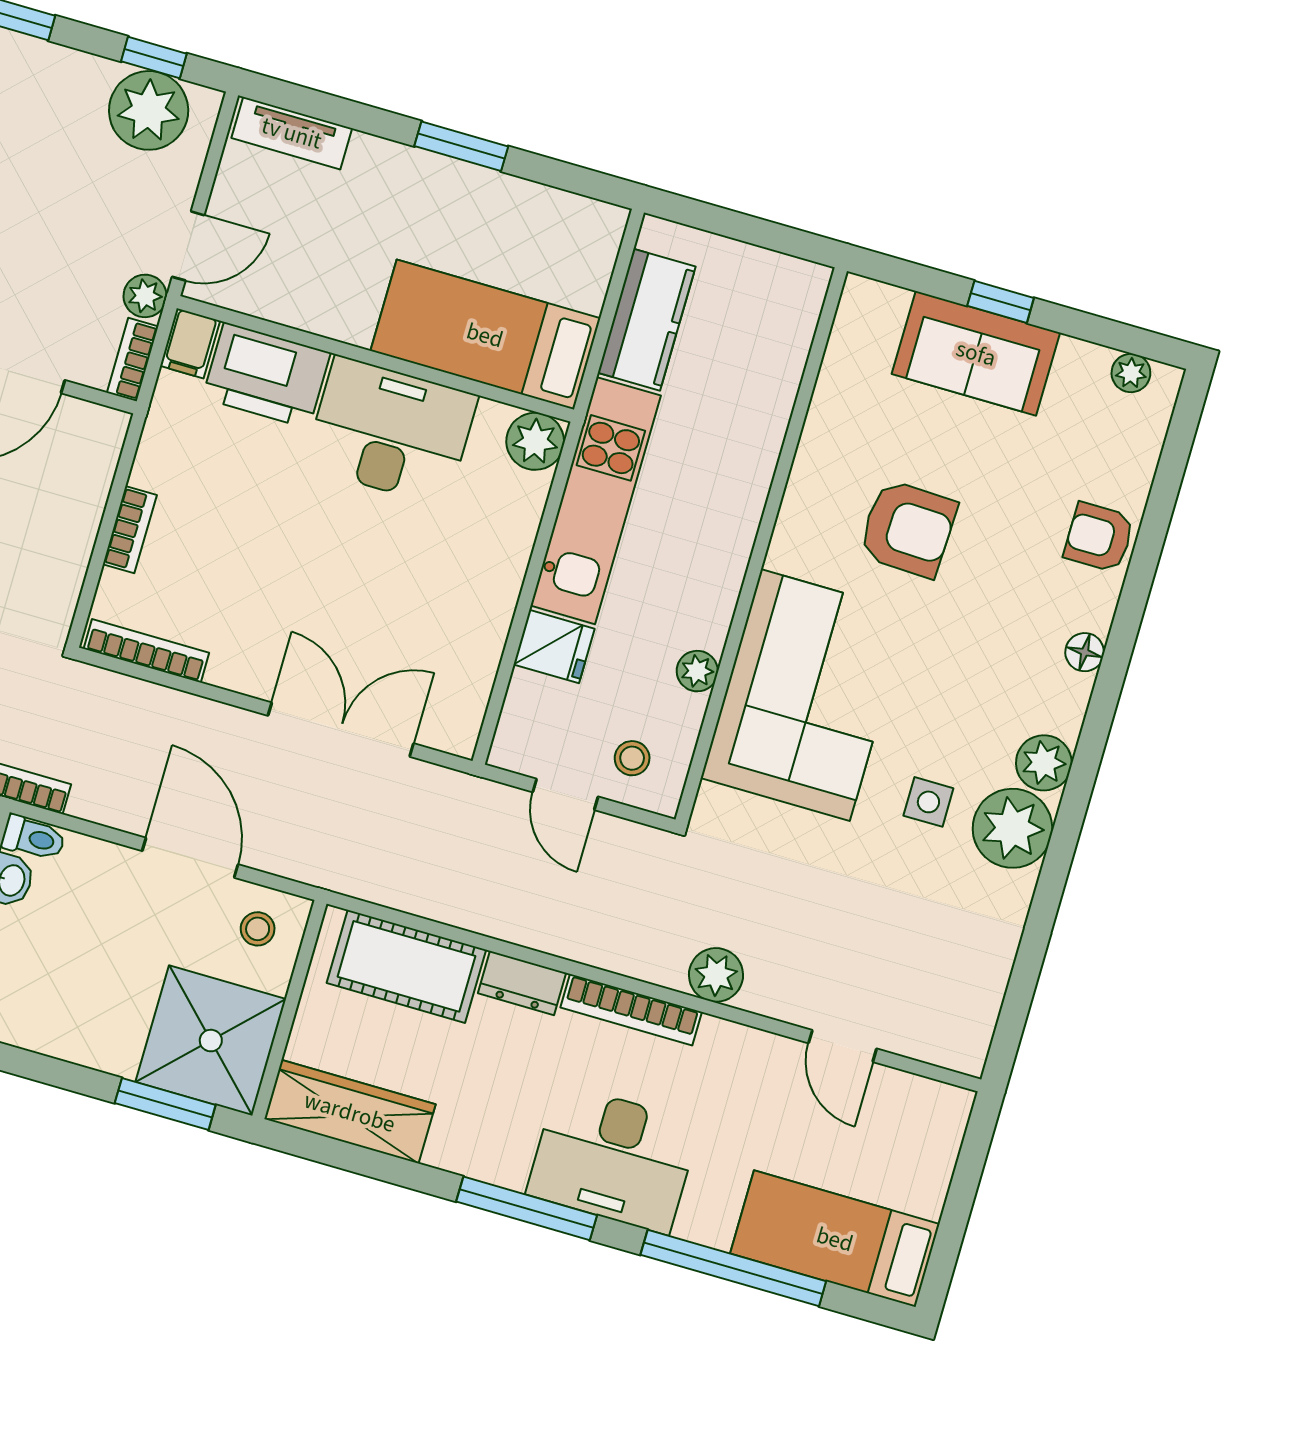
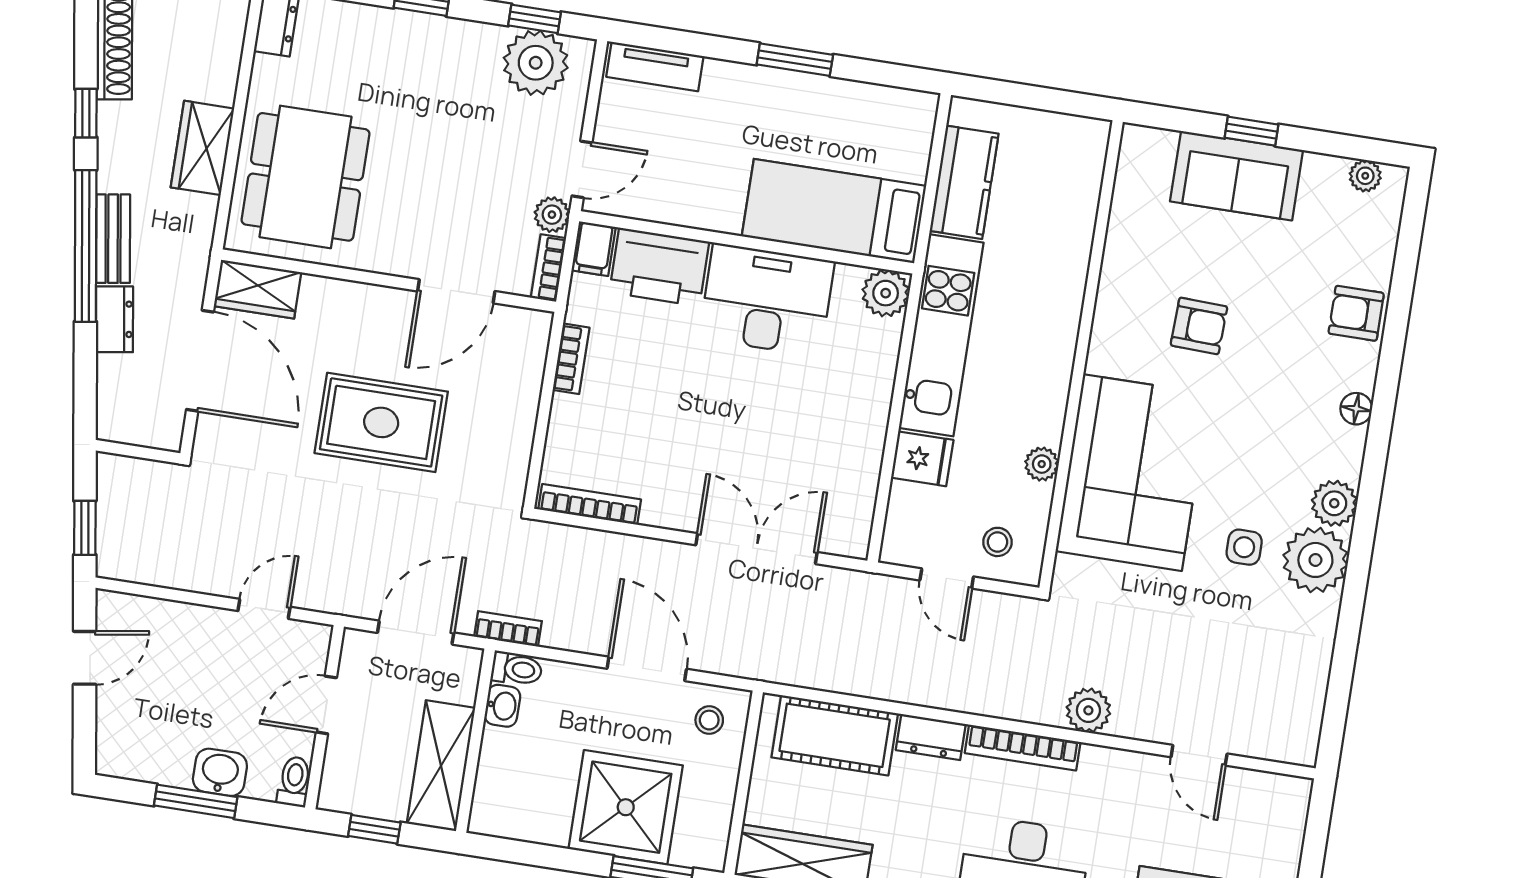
armchair: (908, 529) -> (1199, 326), width x0.72, depth x0.72
bookcase: (130, 530) -> (571, 359), moved
shower: (211, 1041) -> (626, 807), moved

